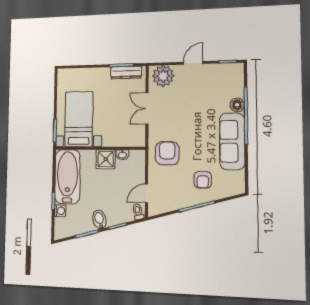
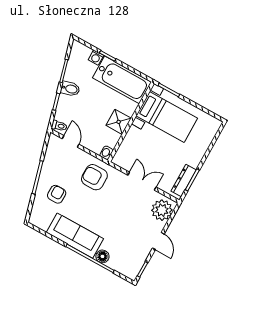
armchair: (167, 153) -> (94, 177), turned 180
washbasin: (122, 155) -> (106, 153), moved
armchair: (203, 180) -> (57, 194), turned 90

